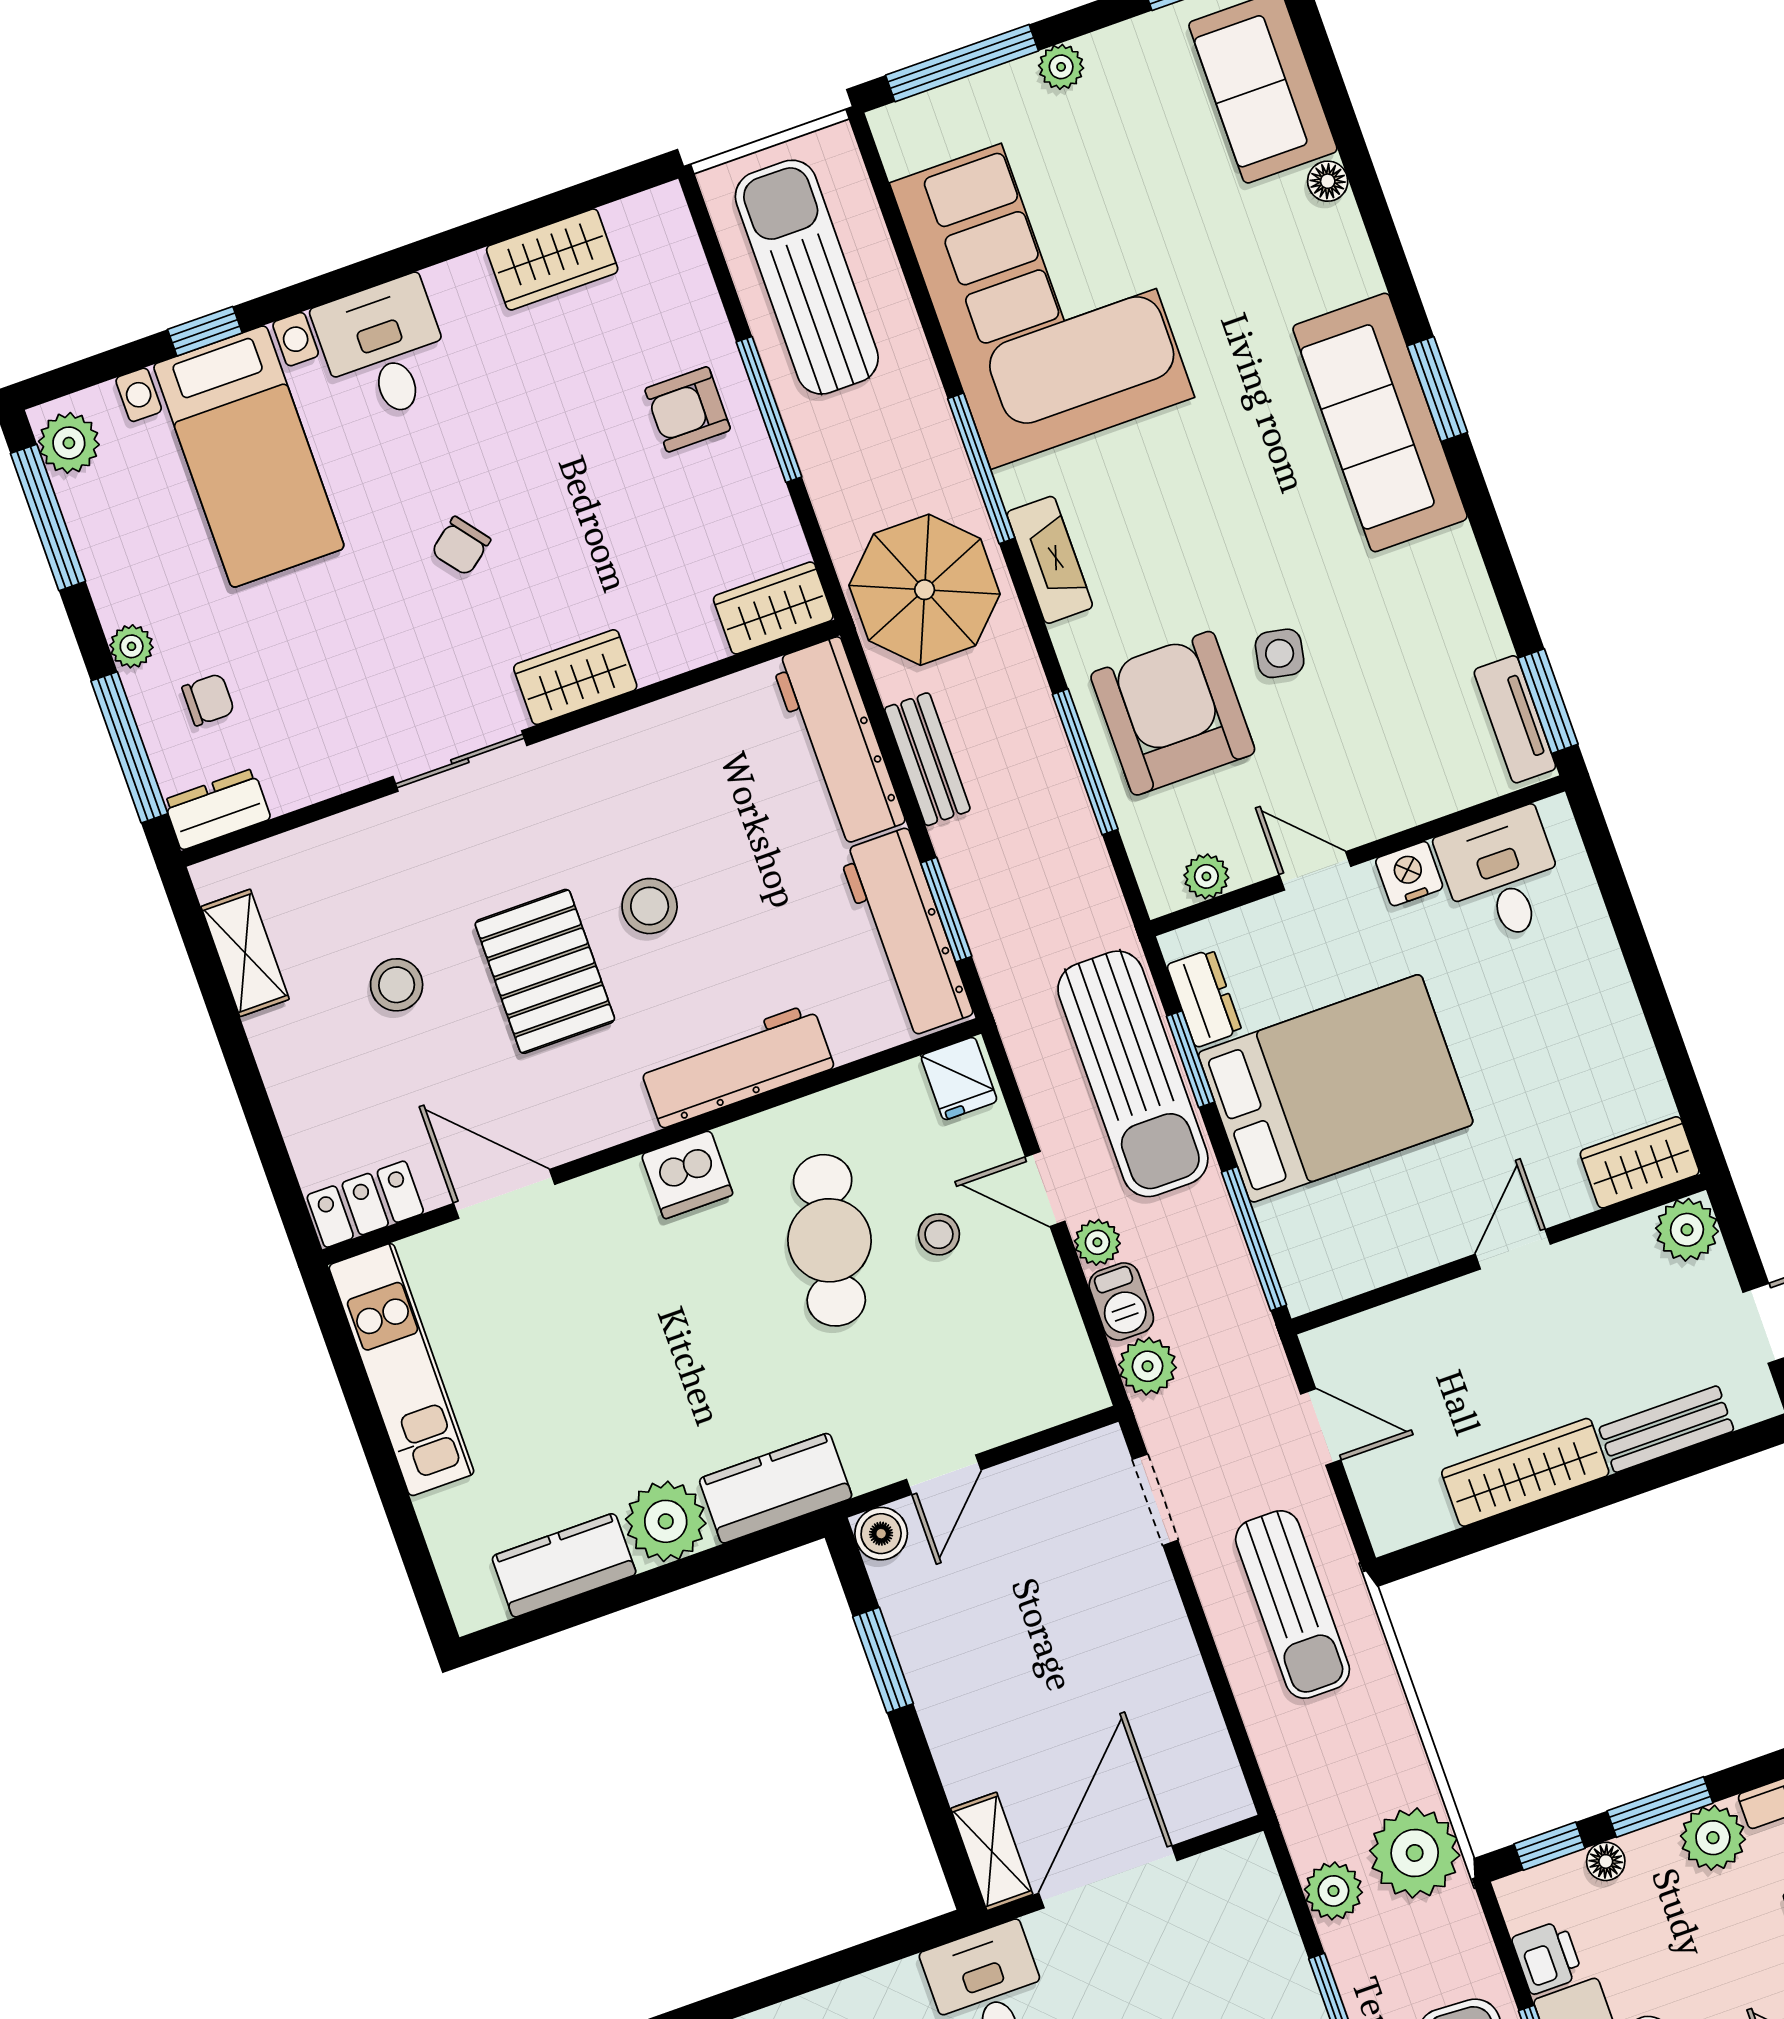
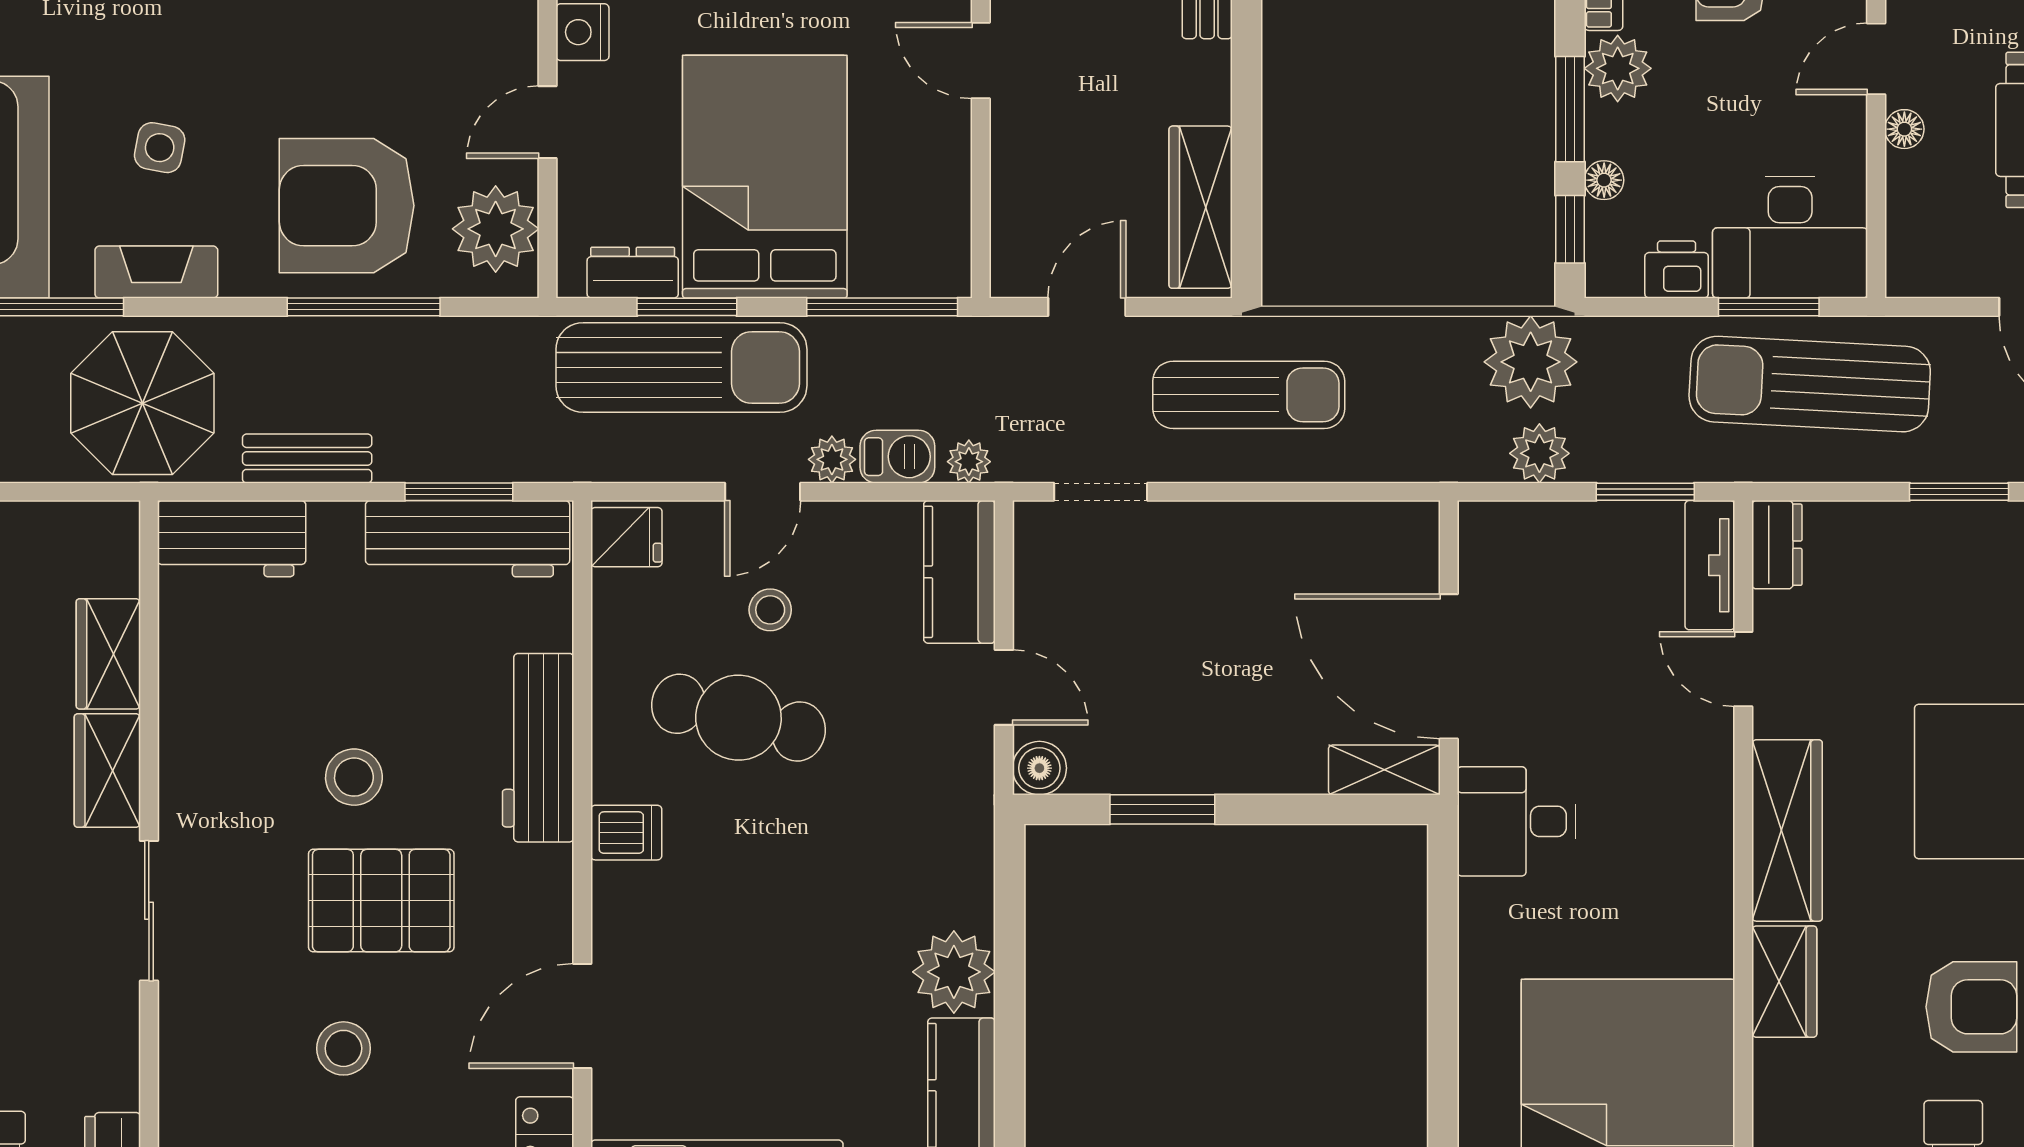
wardrobe: (773, 608) -> (108, 654), moved
side table: (1280, 653) -> (160, 148), moved
workbench: (838, 741) -> (232, 539), width x0.73
plant: (1206, 876) -> (496, 229), width x1.87, depth x1.87
dishwasher: (687, 1175) -> (626, 833), width x0.73
plant: (1148, 1366) -> (969, 462), width x0.73, depth x0.73
wardrobe: (1525, 1472) -> (1201, 207), moved
kitchen counter: (776, 1488) -> (959, 572), moved

